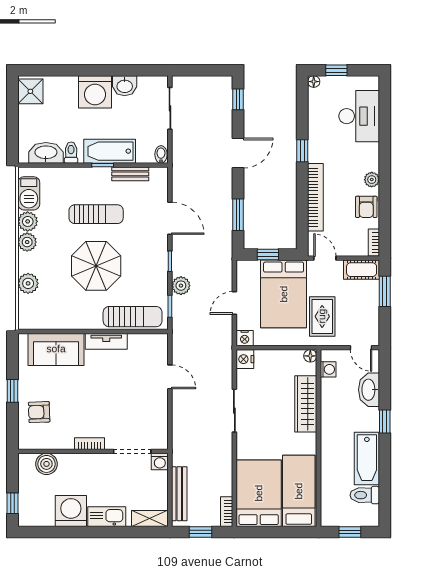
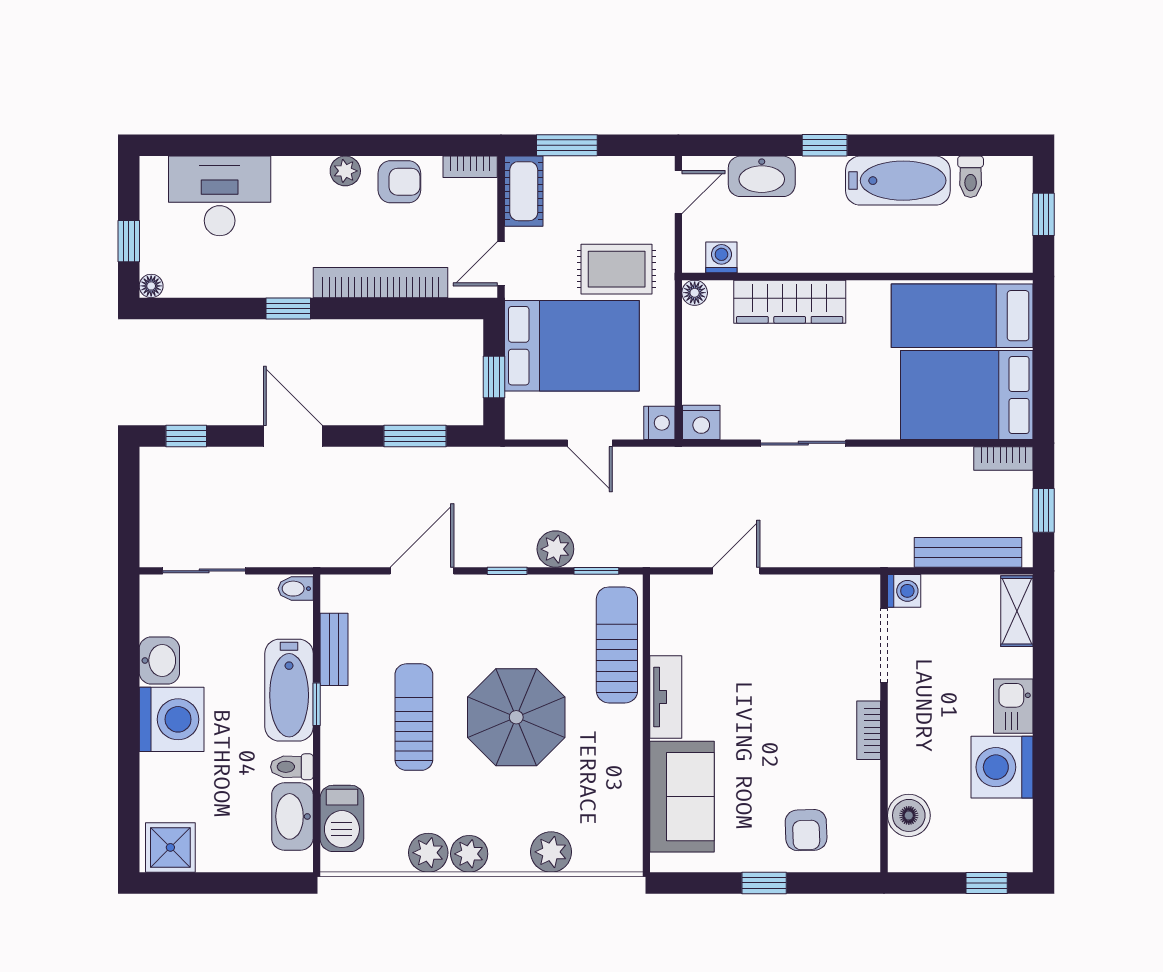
barbecue: (29, 193) -> (342, 818), moved, turned 90
toilet: (365, 495) -> (971, 177), width x0.73, depth x0.72
kitchen sink: (107, 517) -> (1013, 706), width x0.73

